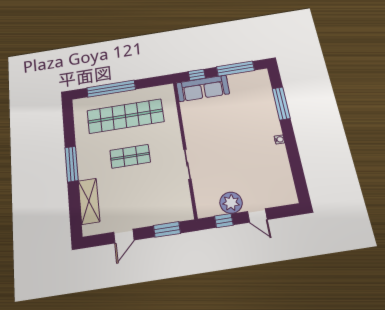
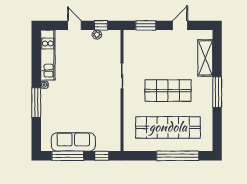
sofa: (203, 88) -> (73, 142), moved
window: (281, 103) -> (36, 103), moved
shop shelf: (130, 156) -> (168, 91), width x1.43, depth x1.36
kitchen unit: (283, 174) -> (48, 55), added
plant: (231, 203) -> (97, 35), width x0.53, depth x0.53

